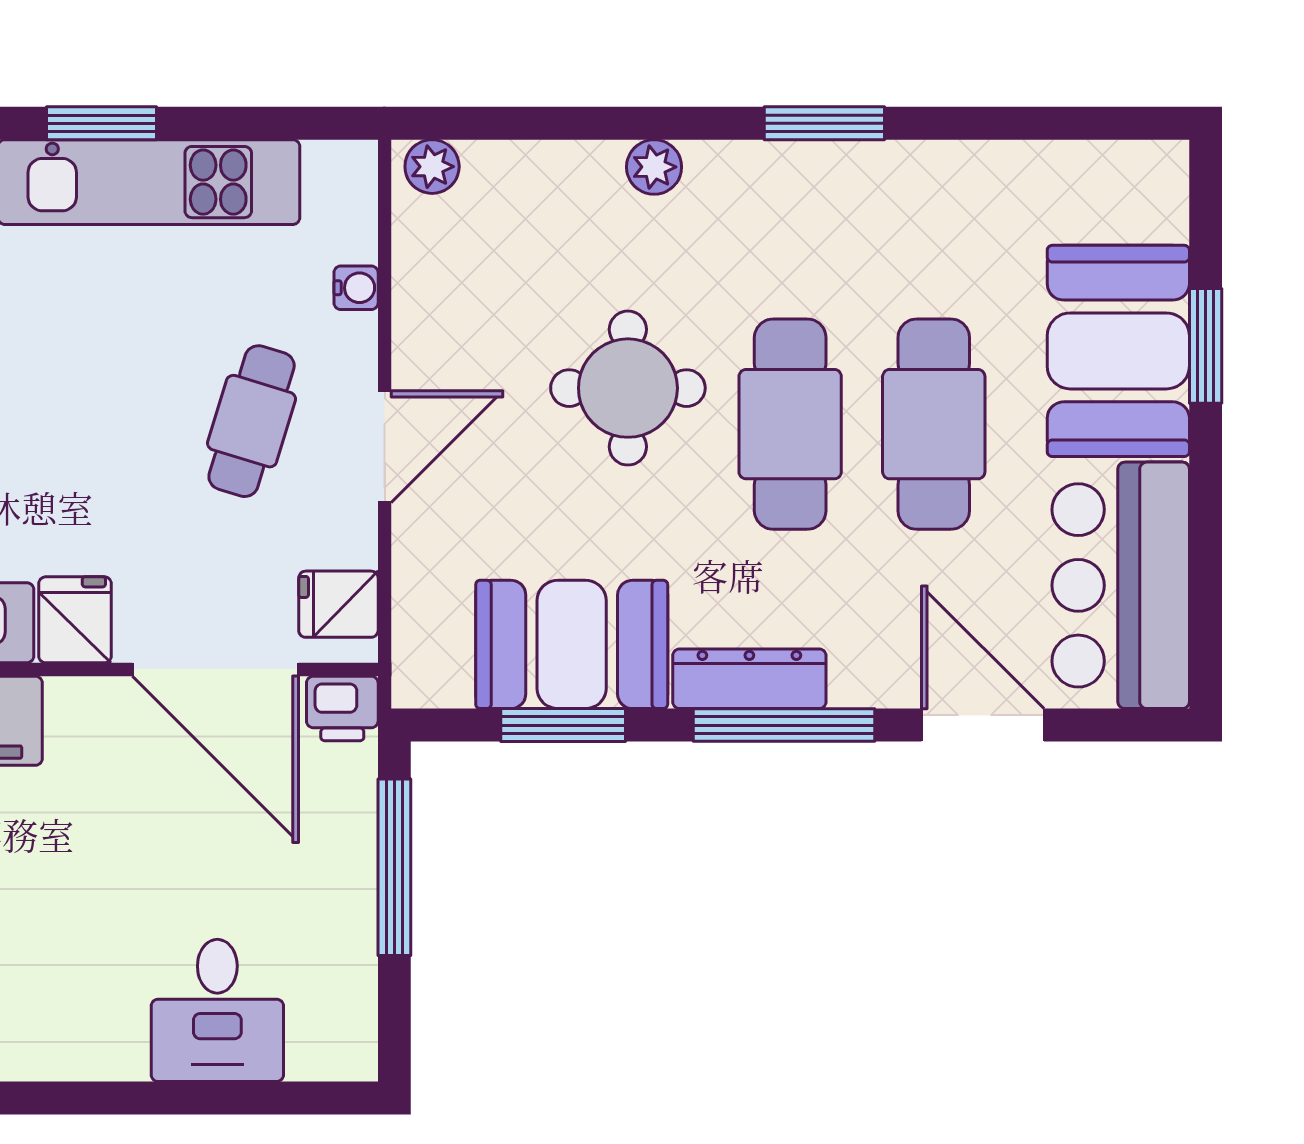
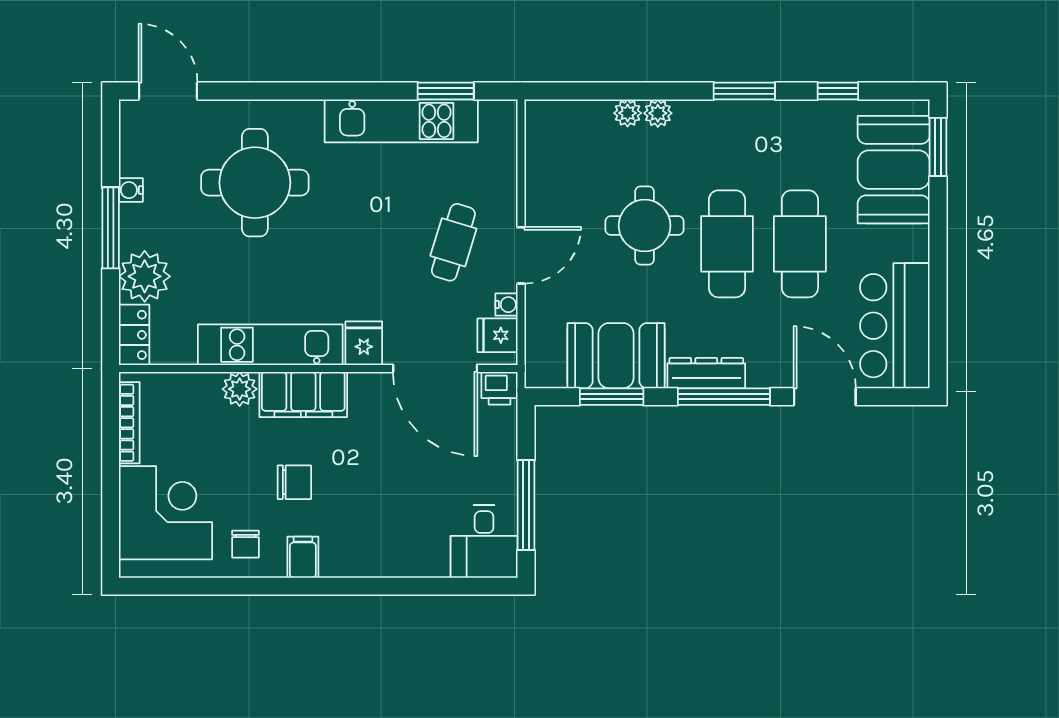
window: (101, 123) -> (446, 91), moved
window: (1008, 123) -> (838, 91), added
plant: (432, 167) -> (628, 113), moved
water cooler: (356, 288) -> (506, 305), moved
window: (1206, 346) -> (938, 147), moved
booth: (1118, 351) -> (894, 170), moved
window: (394, 867) -> (526, 505), moved
desk: (217, 1010) -> (484, 542), moved

